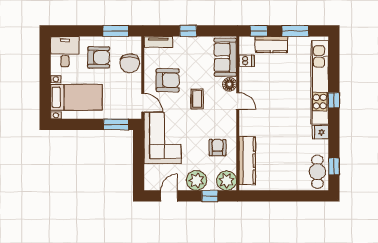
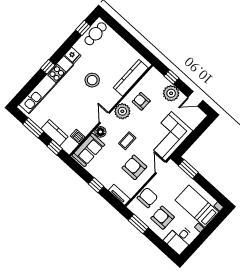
stool: (281, 126) -> (92, 80), added
armchair: (218, 148) -> (141, 101), turned 90
plant: (227, 181) -> (122, 111), moved

